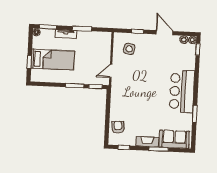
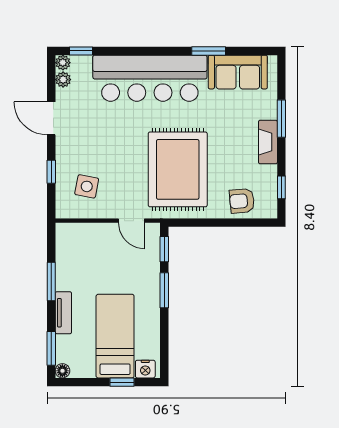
door: (164, 33) -> (51, 118), hinge flipped
nightstand: (35, 74) -> (145, 369), added
bar counter: (182, 91) -> (150, 78), width x1.36
rug: (136, 95) -> (178, 169), added
sofa: (174, 139) -> (238, 72), moved, turned -90

